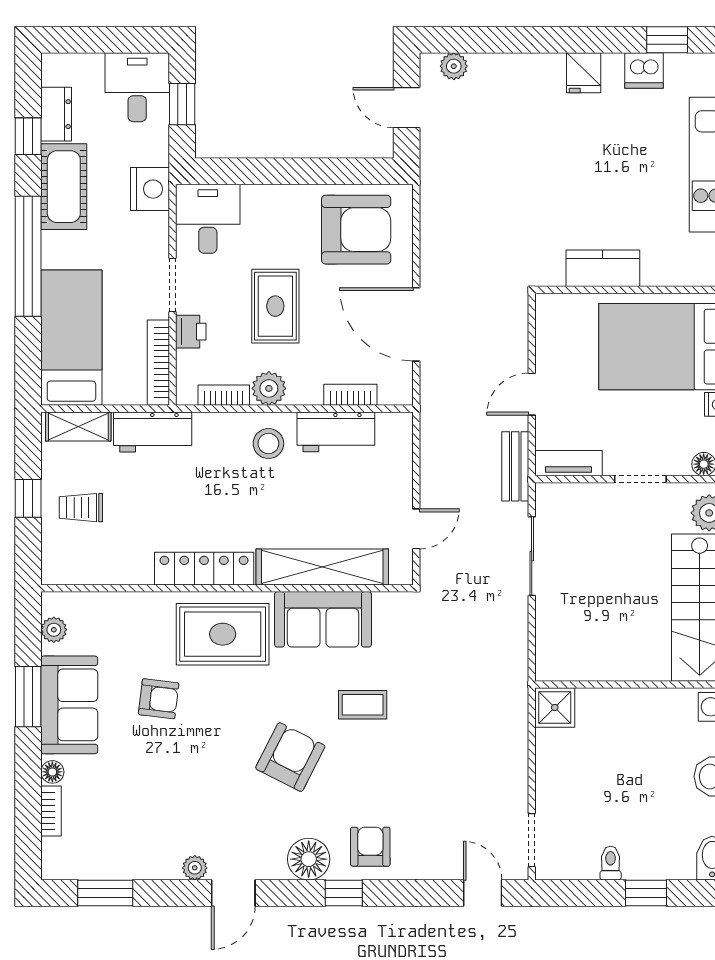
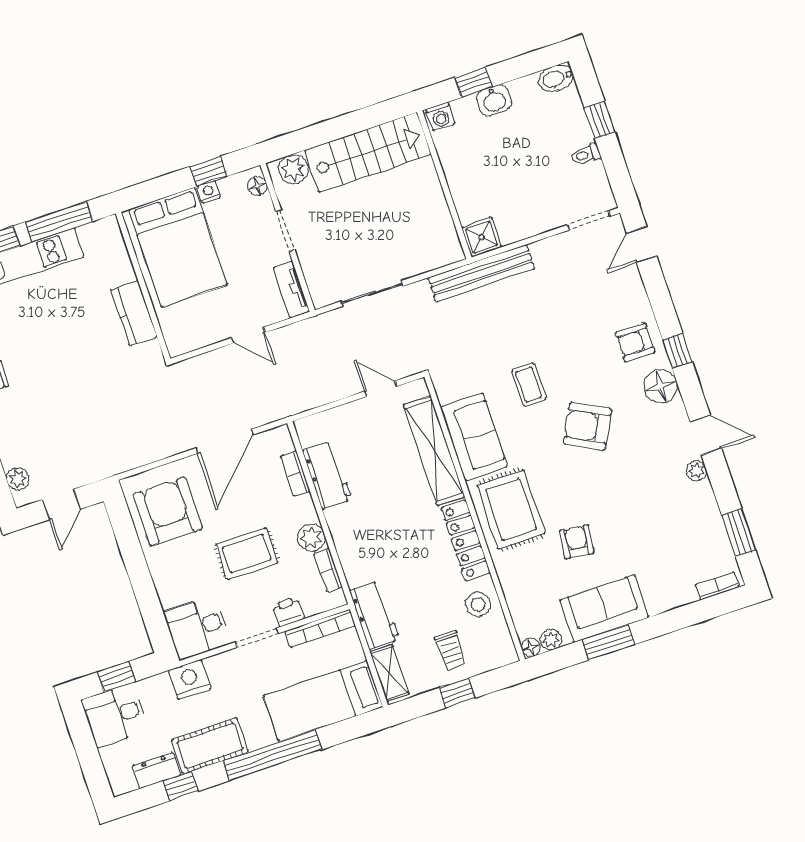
stool: (268, 444) -> (478, 604), moved
bench: (515, 466) -> (481, 273), moved, width x1.86, depth x1.21
floor lamp: (52, 772) -> (531, 648), moved
bookcase: (51, 811) -> (717, 586), moved

